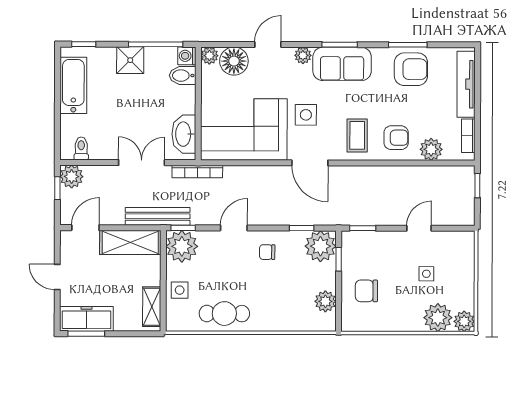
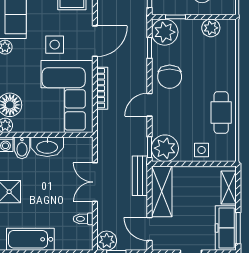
washbasin: (184, 134) -> (47, 147), moved
toilet: (81, 148) -> (83, 219), moved
bookcase: (197, 172) -> (102, 88), moved
bench: (158, 216) -> (140, 176), width x0.73
door: (234, 228) -> (149, 105), hinge flipped
chair: (267, 252) -> (170, 77), width x1.87, depth x1.87
shelving: (152, 307) -> (229, 187), moved, turned 90

